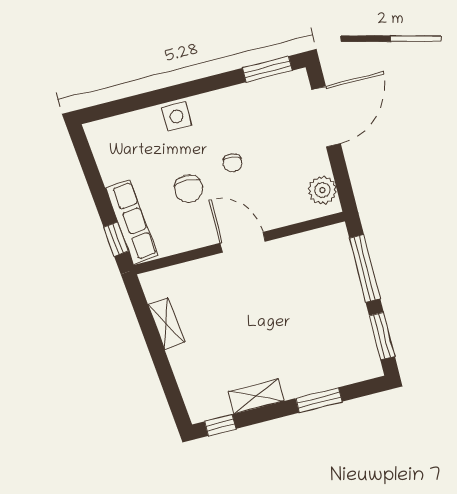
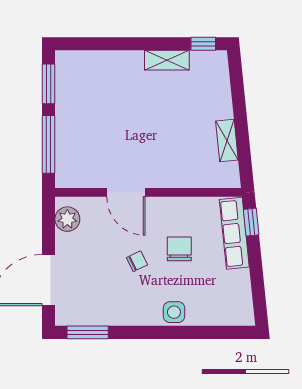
chair: (232, 163) -> (137, 261), turned 55
door: (243, 242) -> (126, 192), moved
window: (319, 400) -> (115, 44), removed

